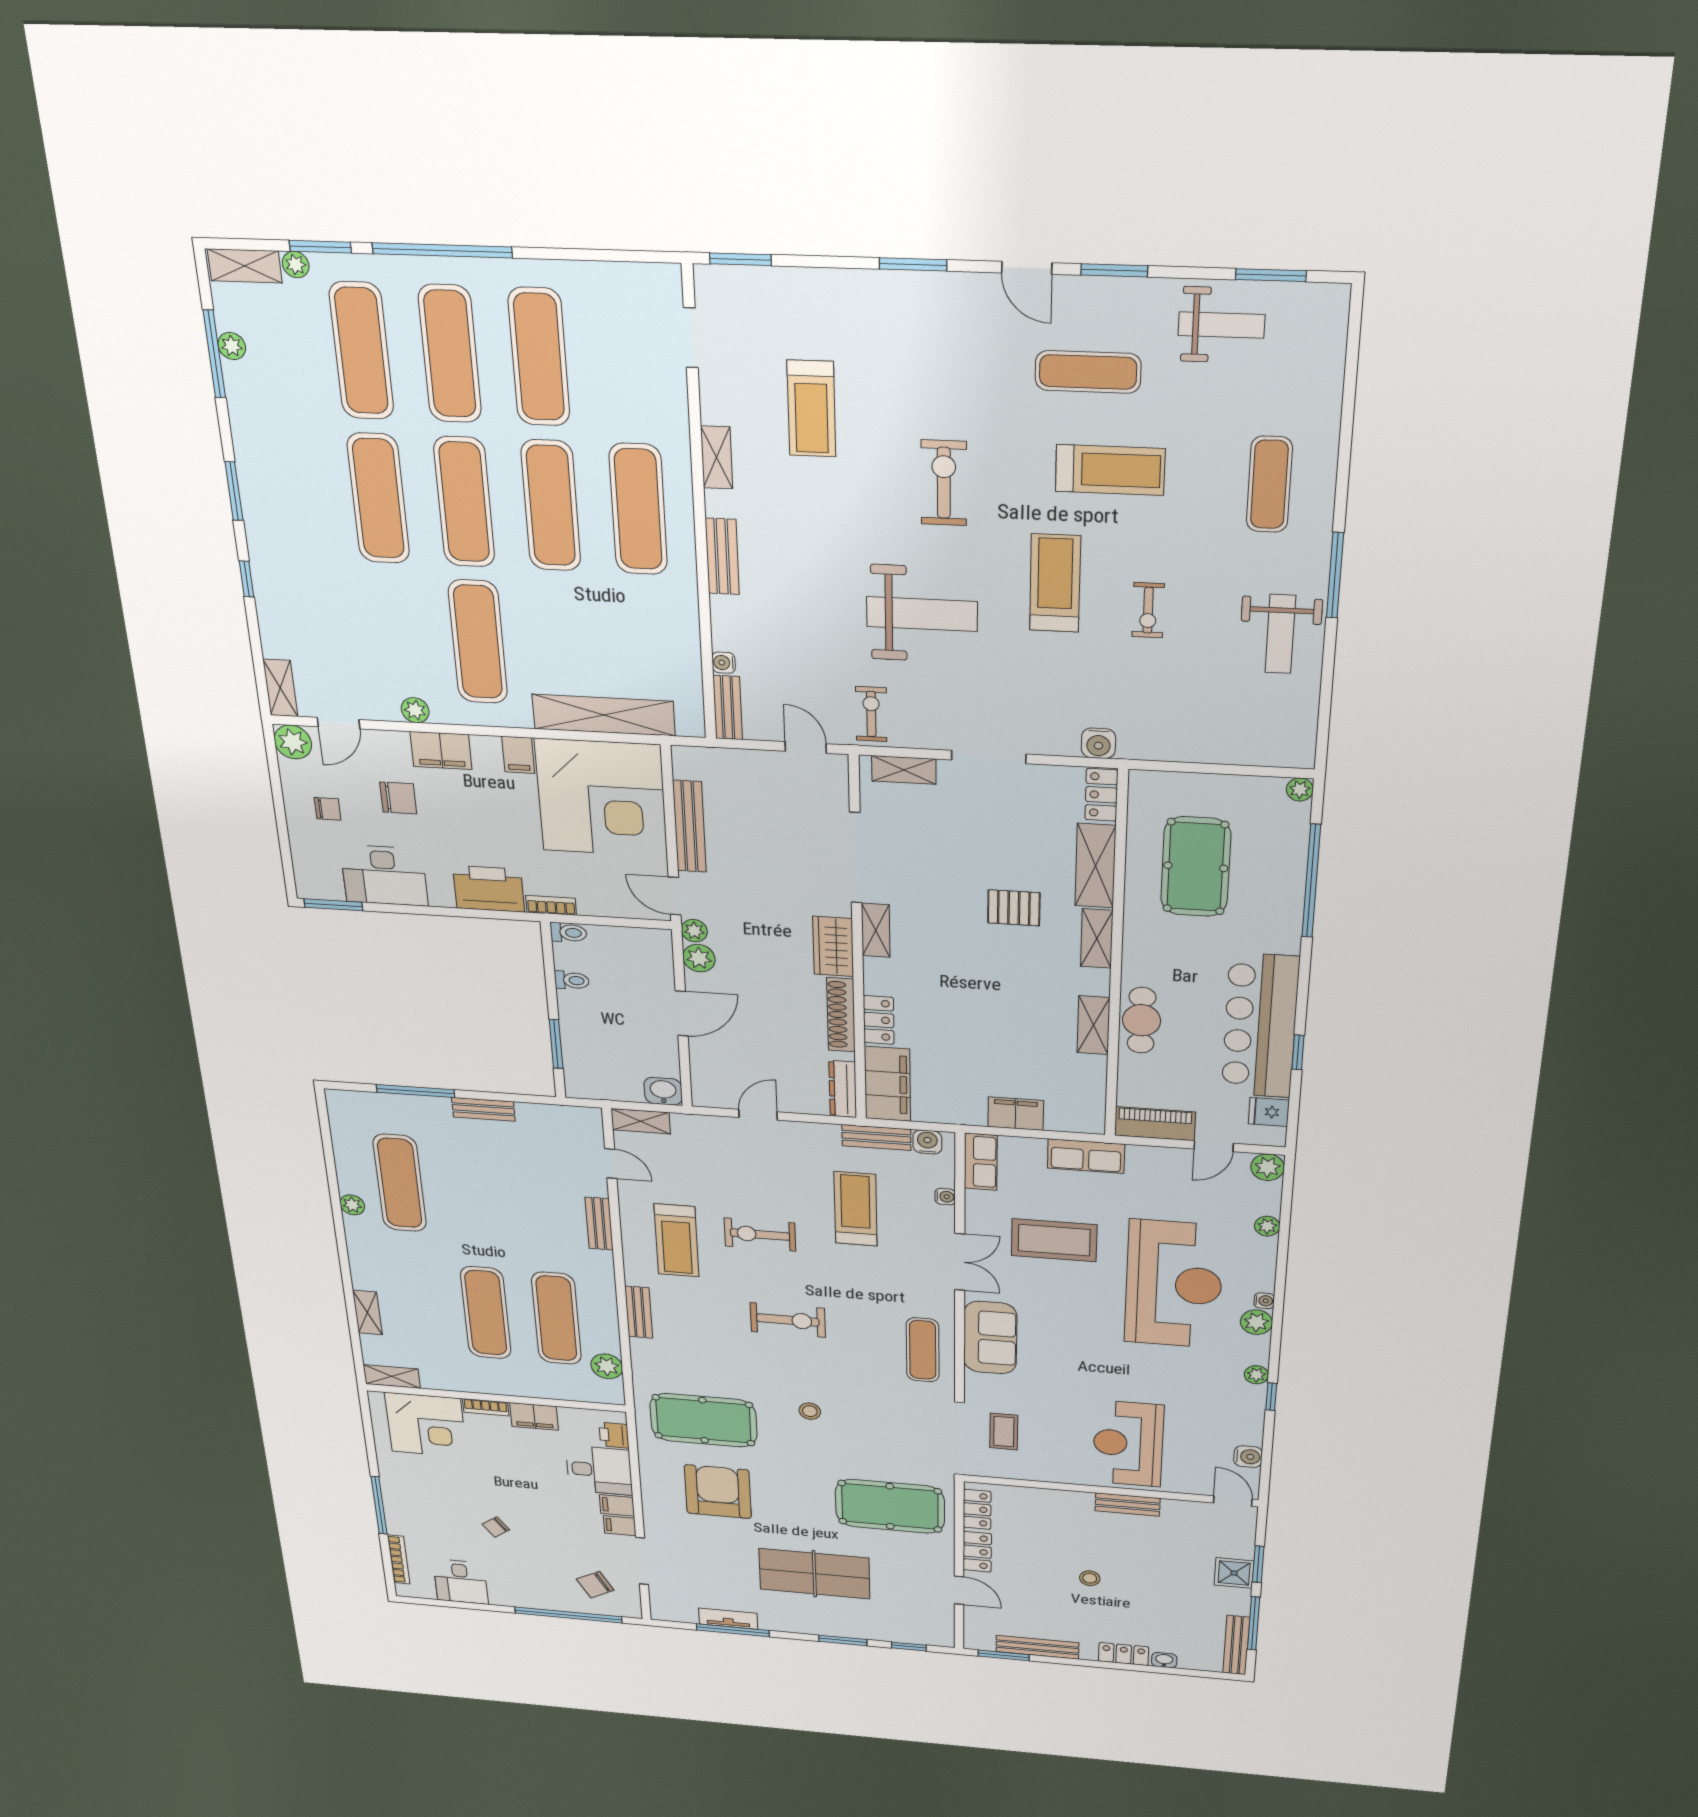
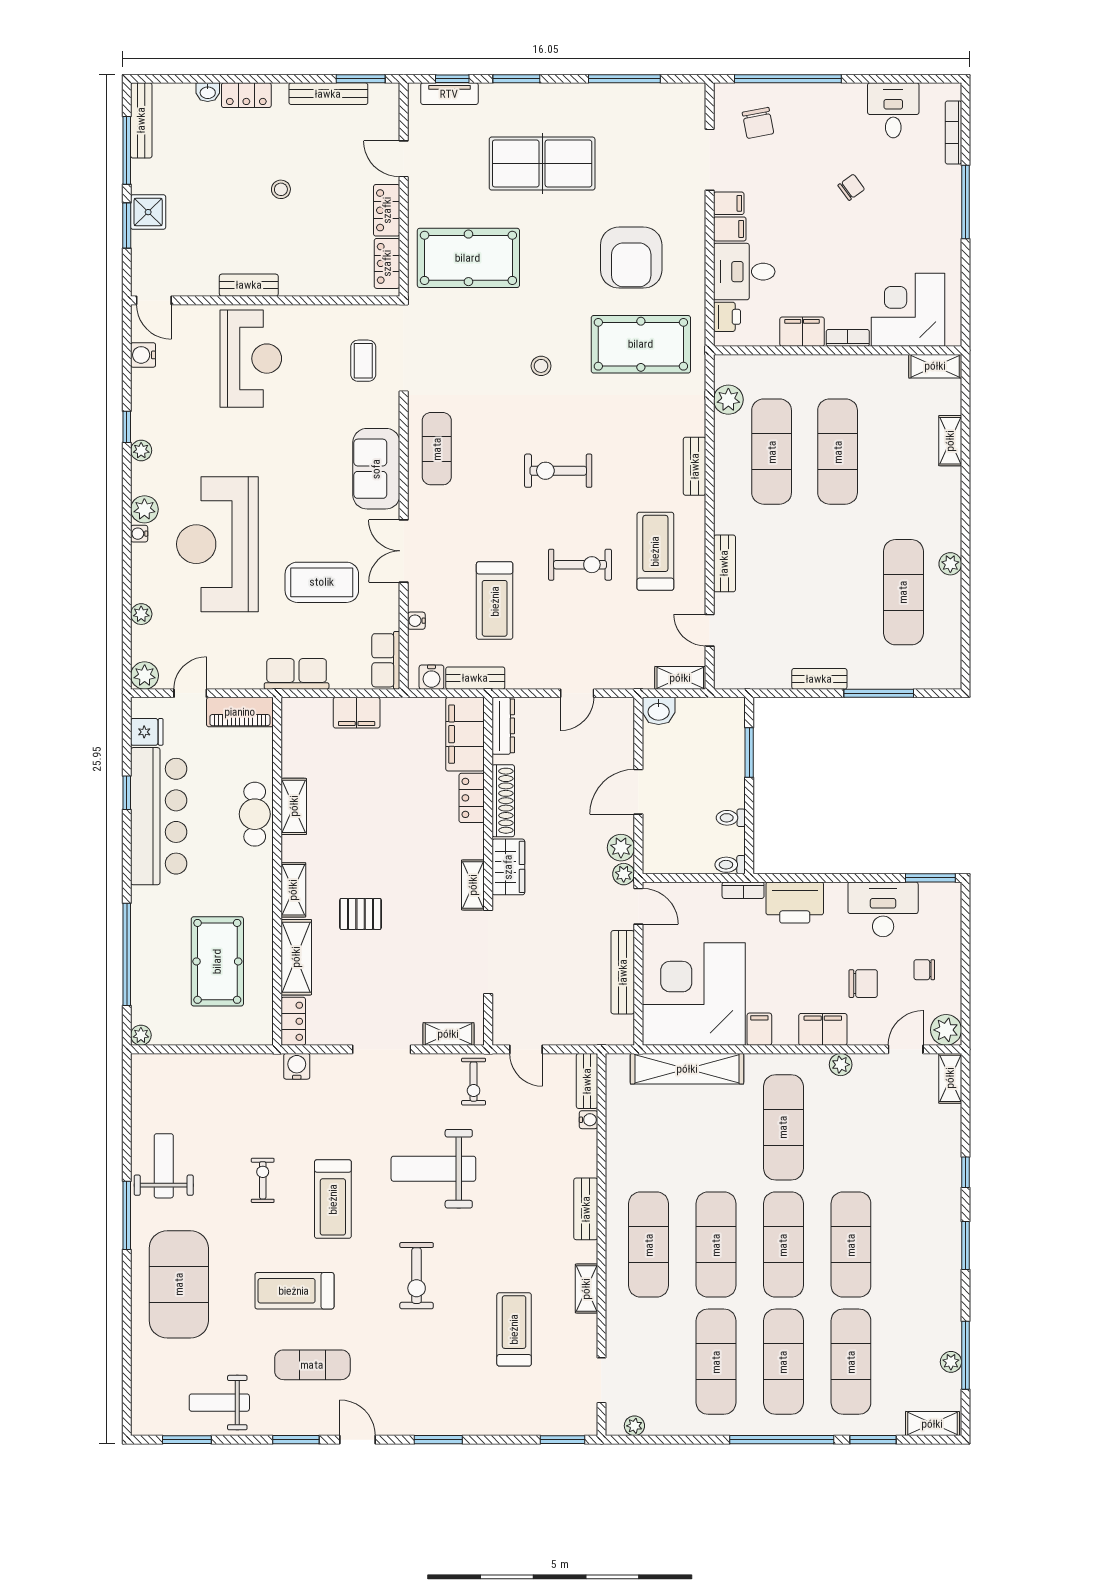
plant: (296, 265) -> (634, 1426), moved
exercise mat: (1269, 484) -> (179, 1284), width x2.00, depth x1.45
chair: (398, 798) -> (863, 984), turned 180
chair: (595, 1585) -> (758, 123), turned 108
tv unit: (728, 1619) -> (449, 94), moved

